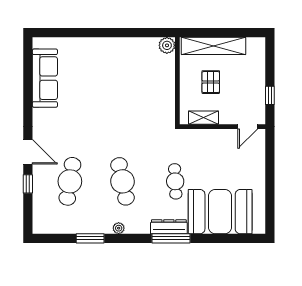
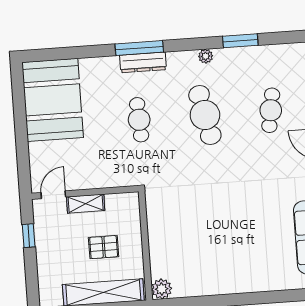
pallet: (211, 82) -> (104, 247), turned 90
shelving: (203, 118) -> (86, 204), moved
cafe table: (70, 181) -> (271, 110), width x0.73, depth x0.74
booth: (220, 212) -> (53, 100), moved, turned 90

